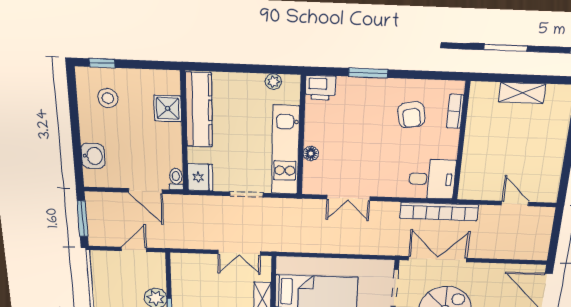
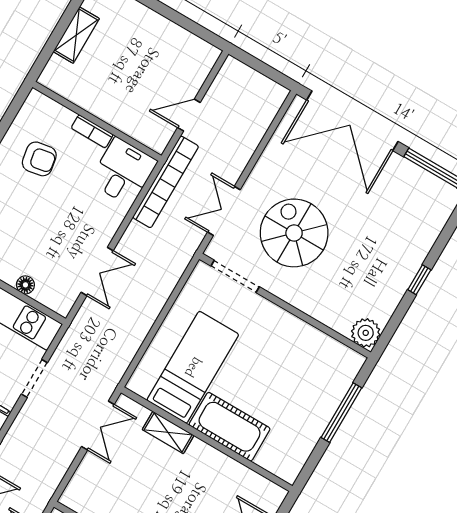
bookcase: (455, 111) -> (92, 131), moved
door: (515, 204) -> (189, 115), moved
double door: (438, 259) -> (224, 211), width x0.73

